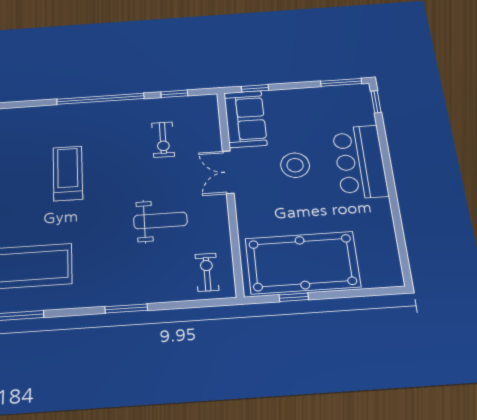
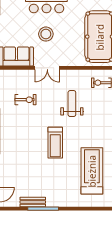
treadmill: (68, 173) -> (55, 143), moved, turned -90

